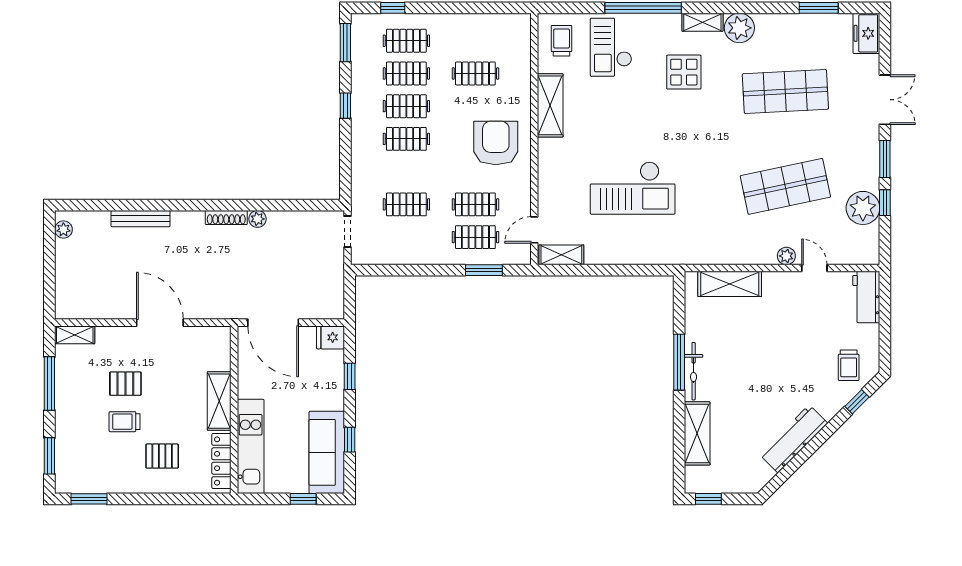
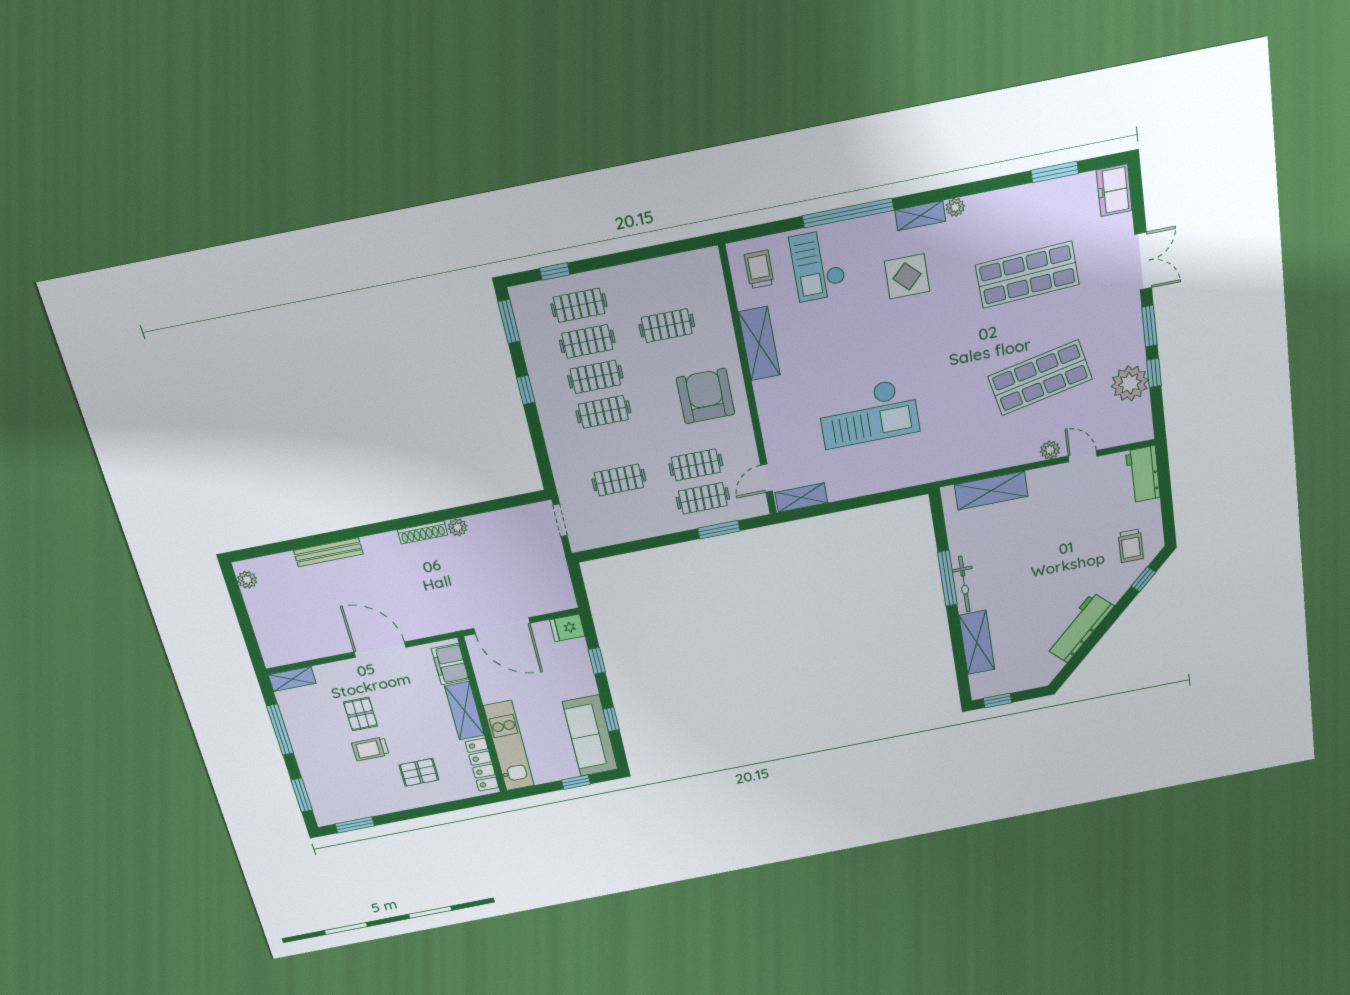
plant: (739, 28) -> (955, 207), width x0.53, depth x0.53
filing cabinet: (218, 351) -> (450, 664), added
pallet: (125, 384) -> (361, 714), turned 90

